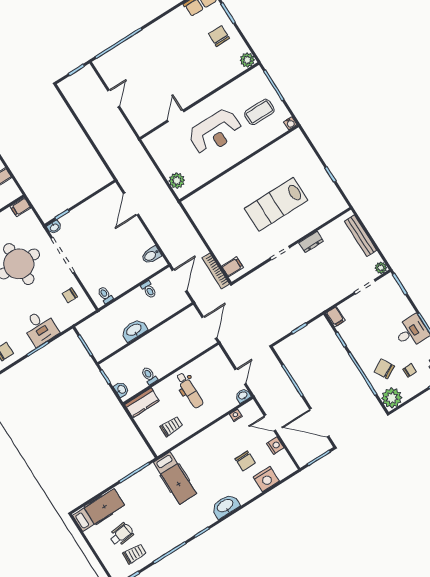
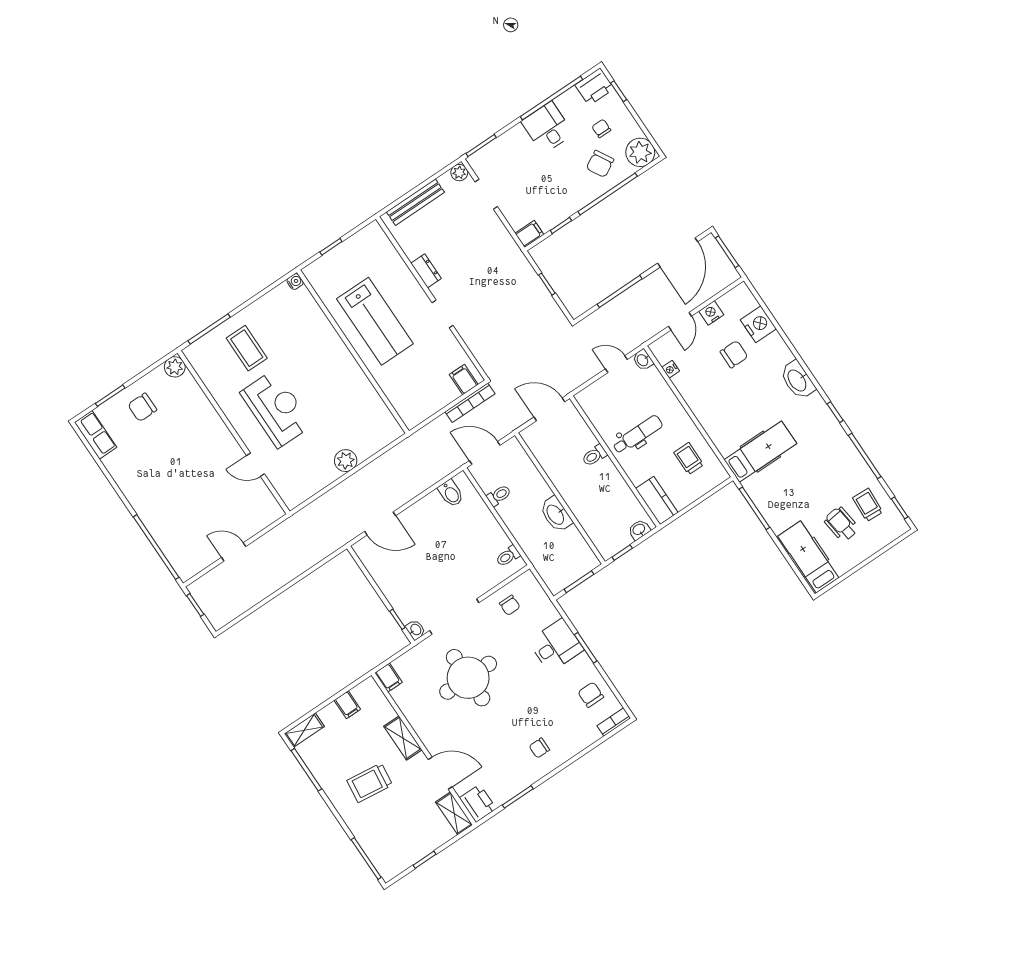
water cooler: (290, 123) -> (295, 282), moved
wall: (239, 163) -> (353, 352), moved
toilet: (149, 376) -> (594, 455), moved

